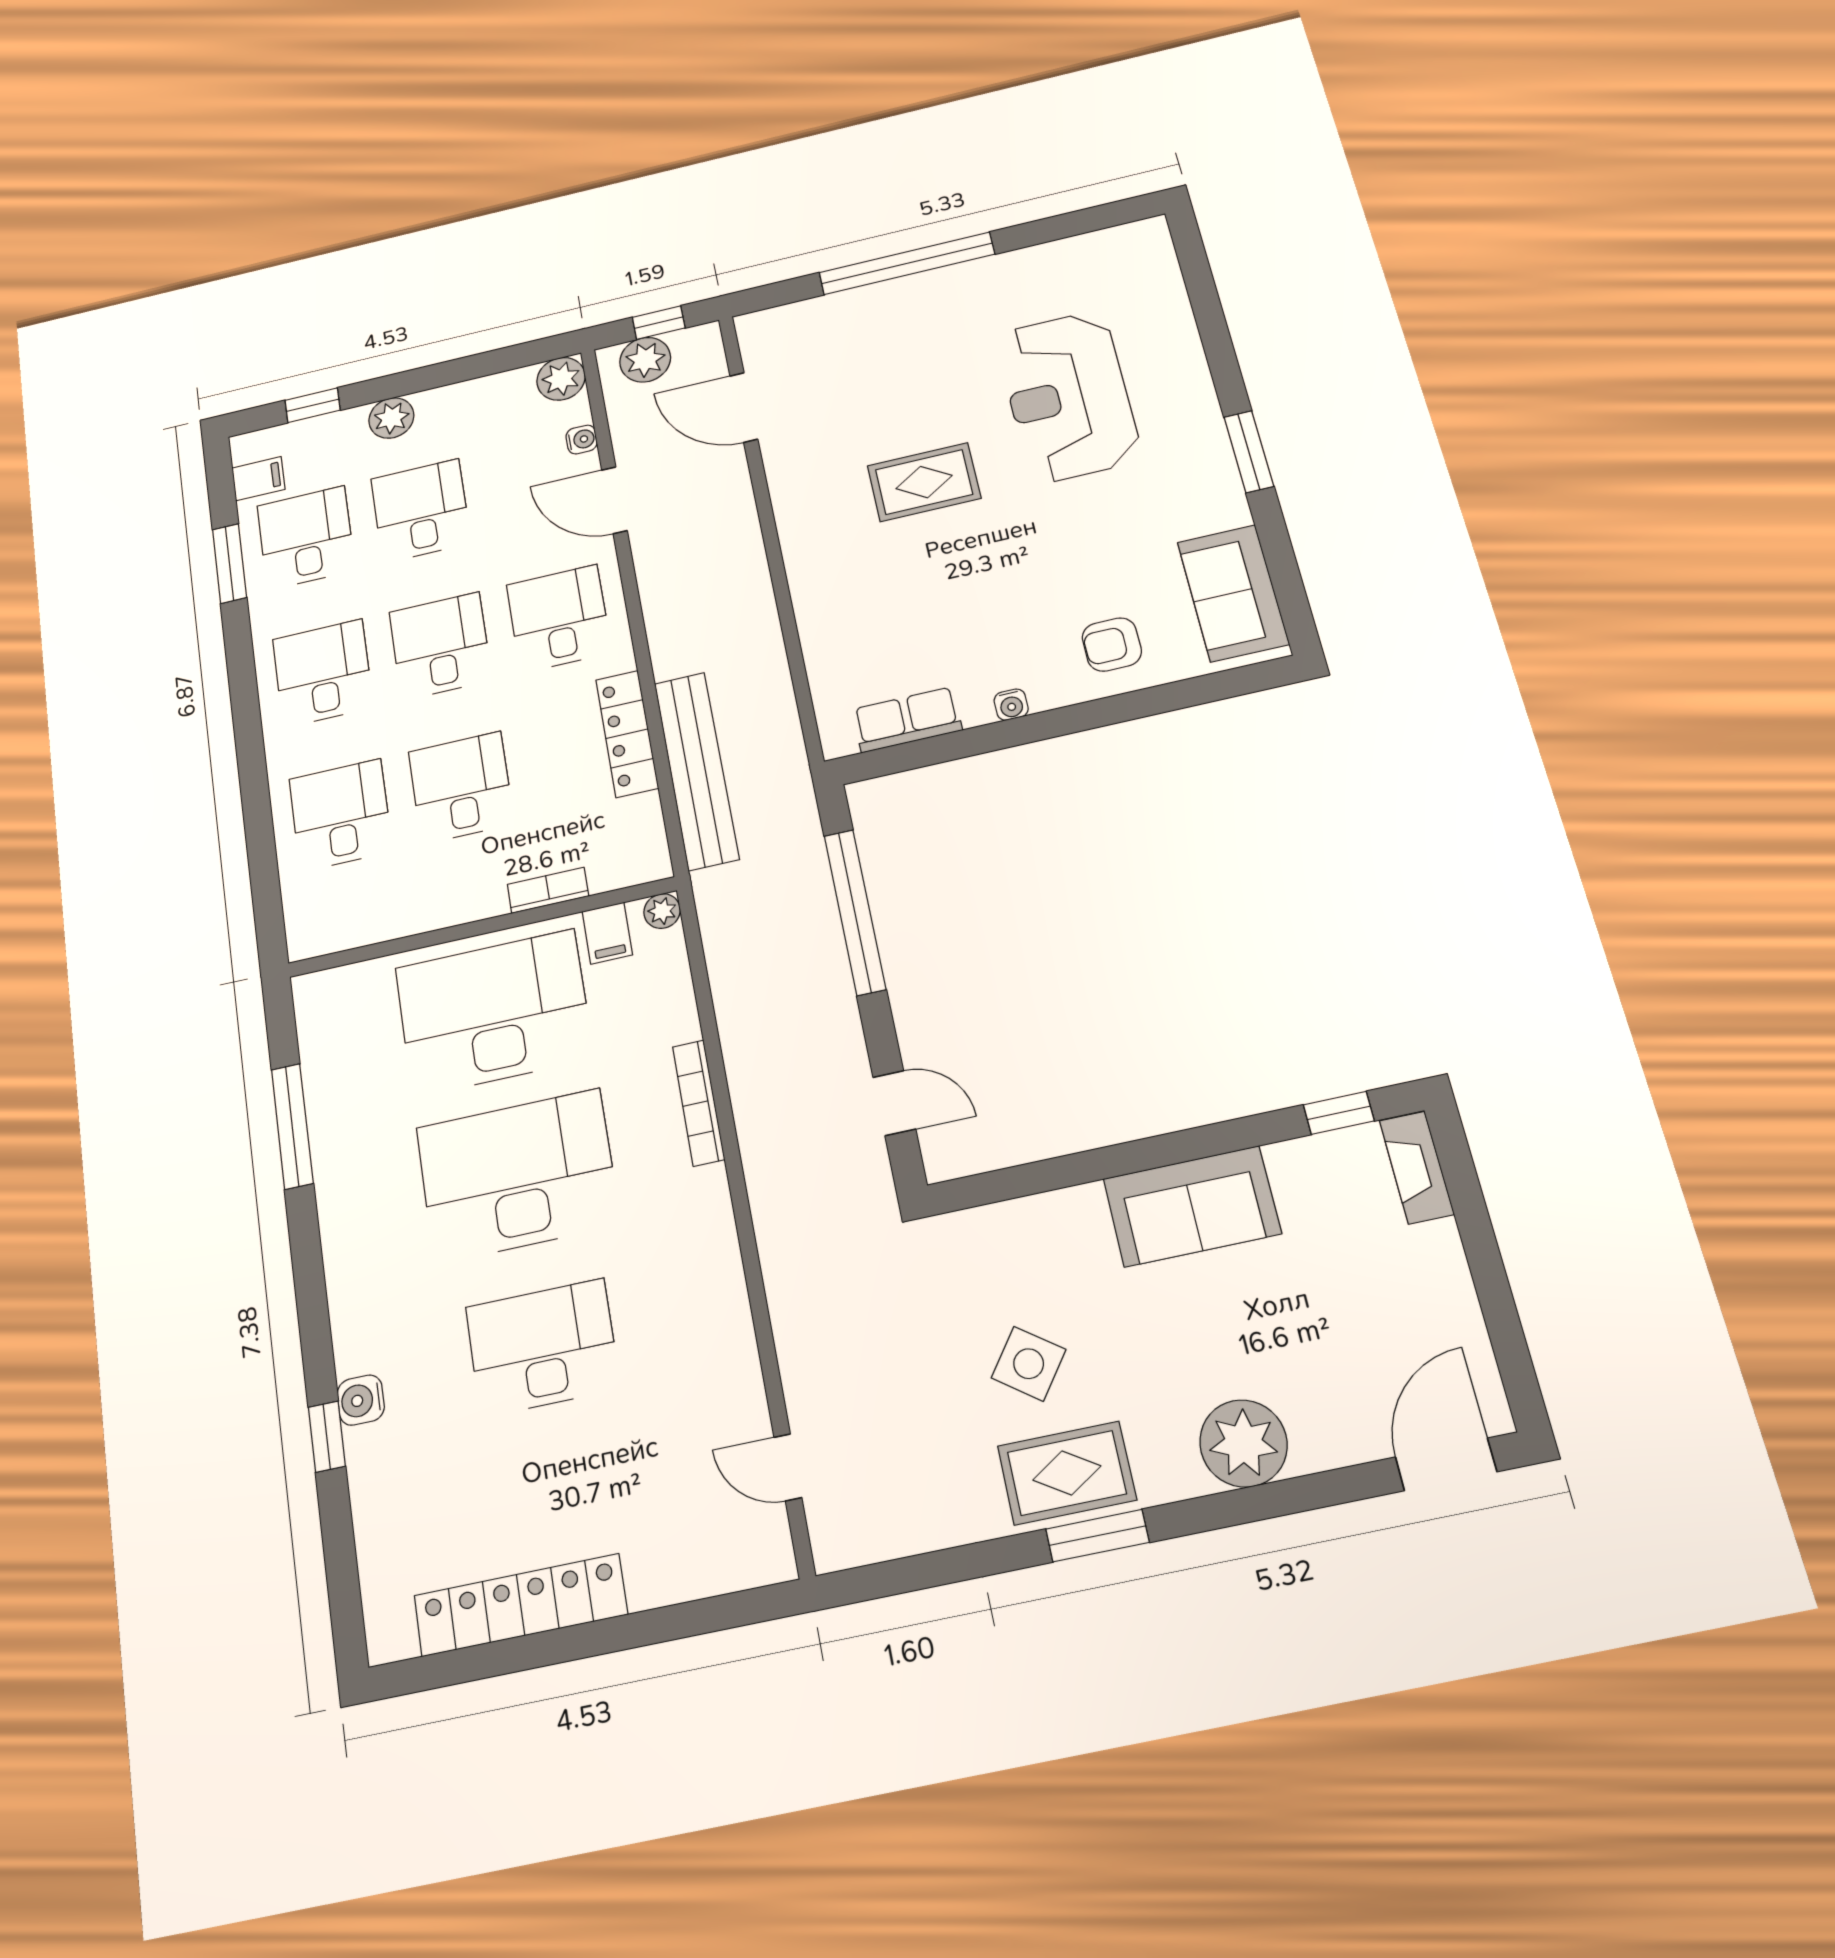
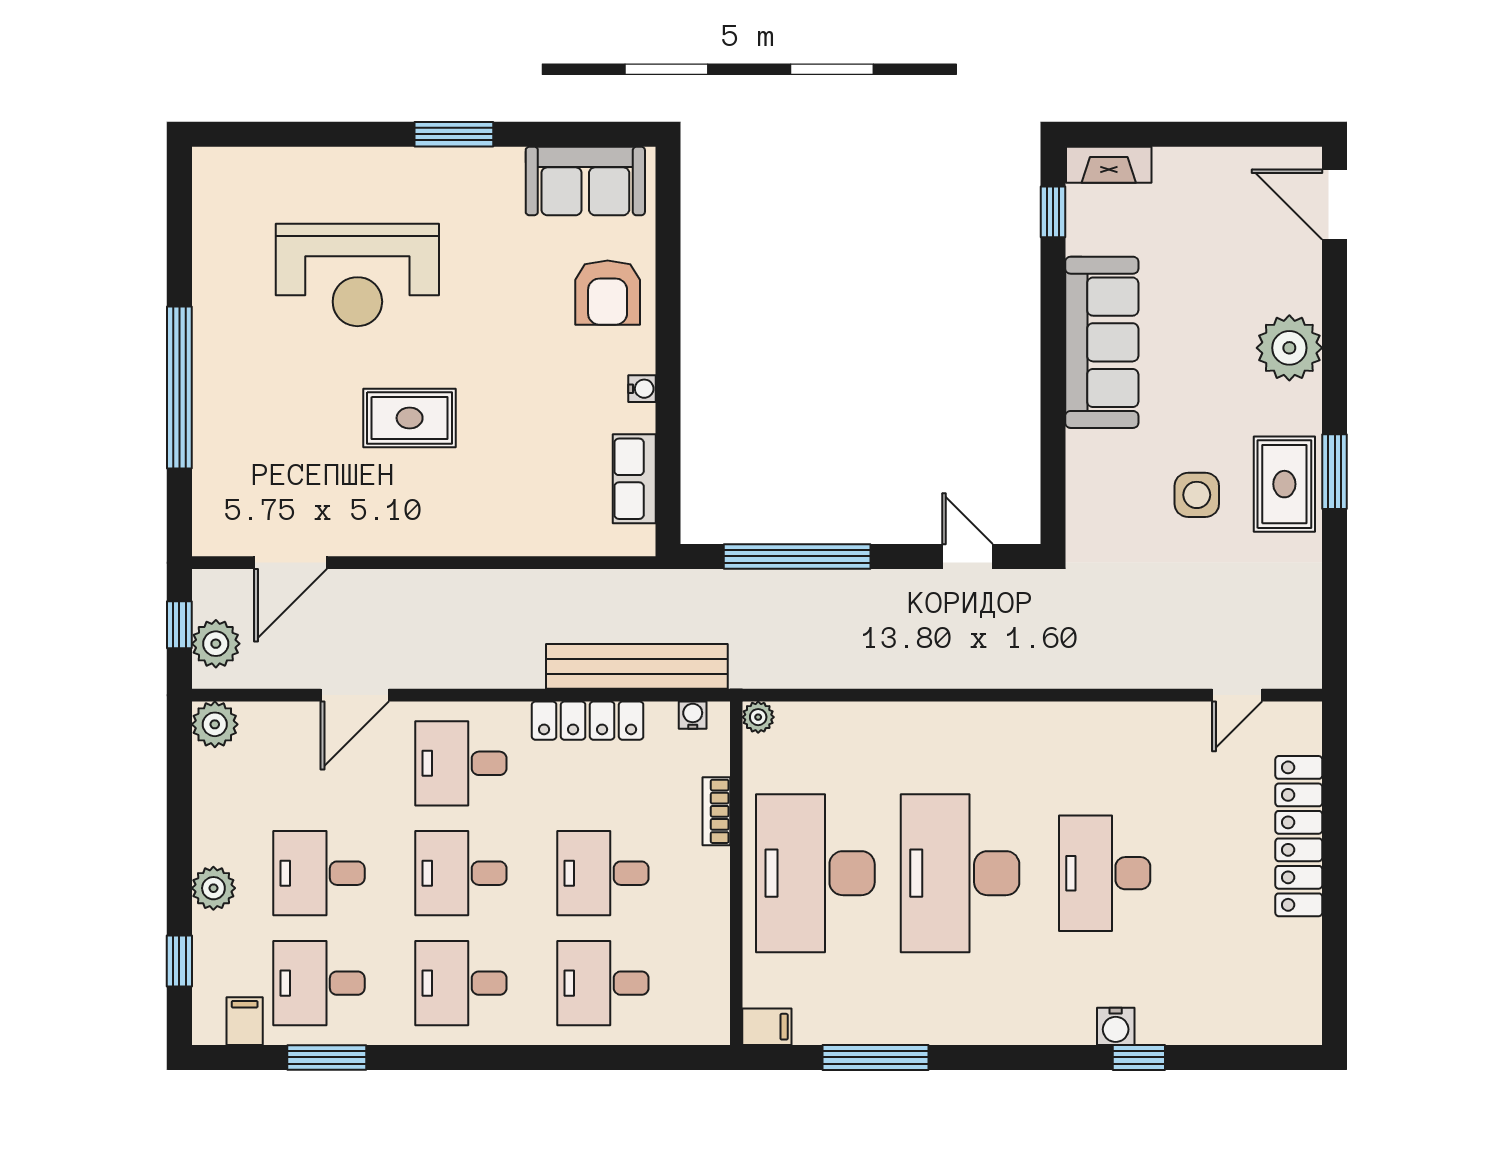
water cooler: (582, 439) -> (693, 715), moved
rug: (924, 482) -> (410, 418), turned 90
armchair: (1112, 645) -> (608, 293), width x1.38, depth x1.38
filing cabinet: (607, 933) -> (767, 1027), moved
bookcase: (699, 1103) -> (932, 715), removed
door: (894, 1103) -> (967, 556), hinge flipped
sofa: (1192, 1206) -> (1102, 342), width x1.36
side table: (1029, 1364) -> (1197, 495), turned -36
locker: (521, 1605) -> (1299, 836), moved

